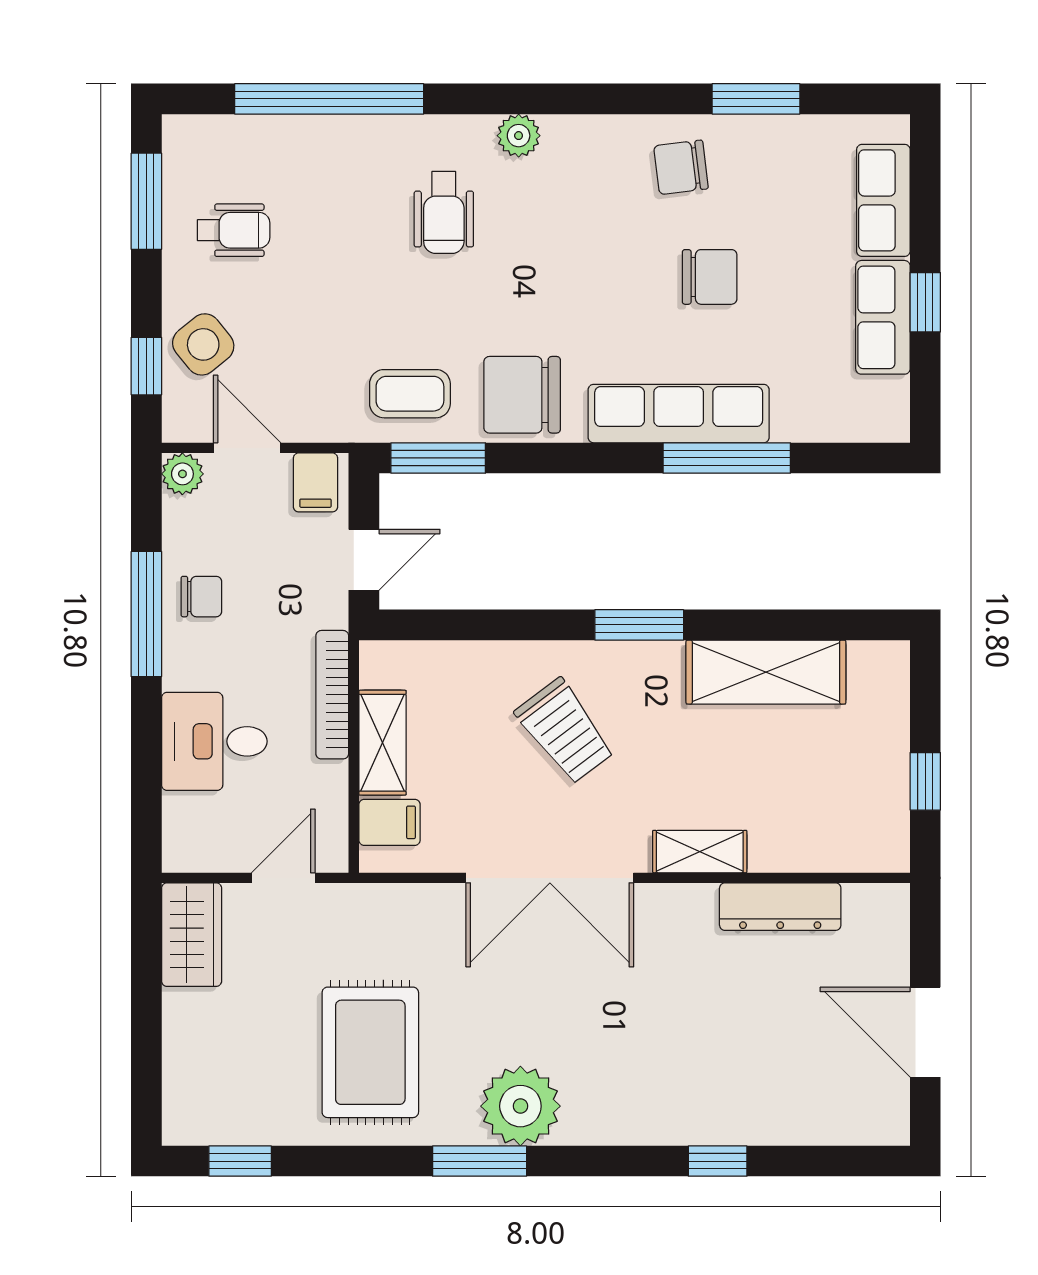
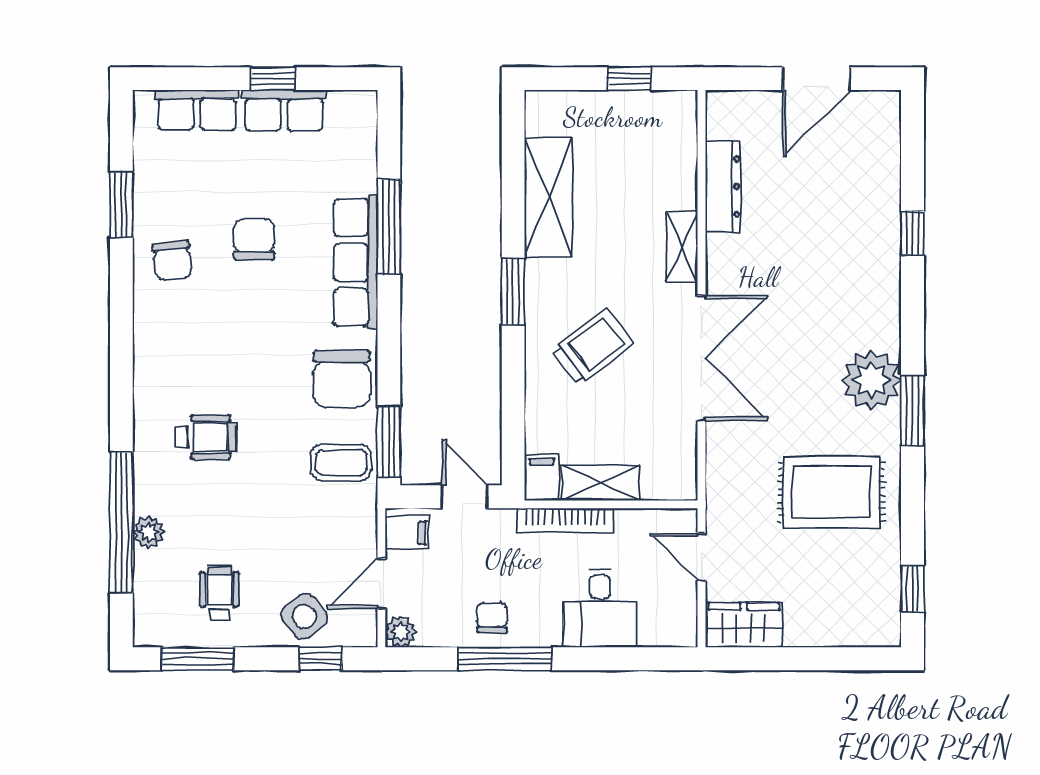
plant: (519, 136) -> (149, 532), moved
coffee table: (410, 394) -> (341, 462), turned 90
filing cabinet: (389, 822) -> (542, 478), moved

